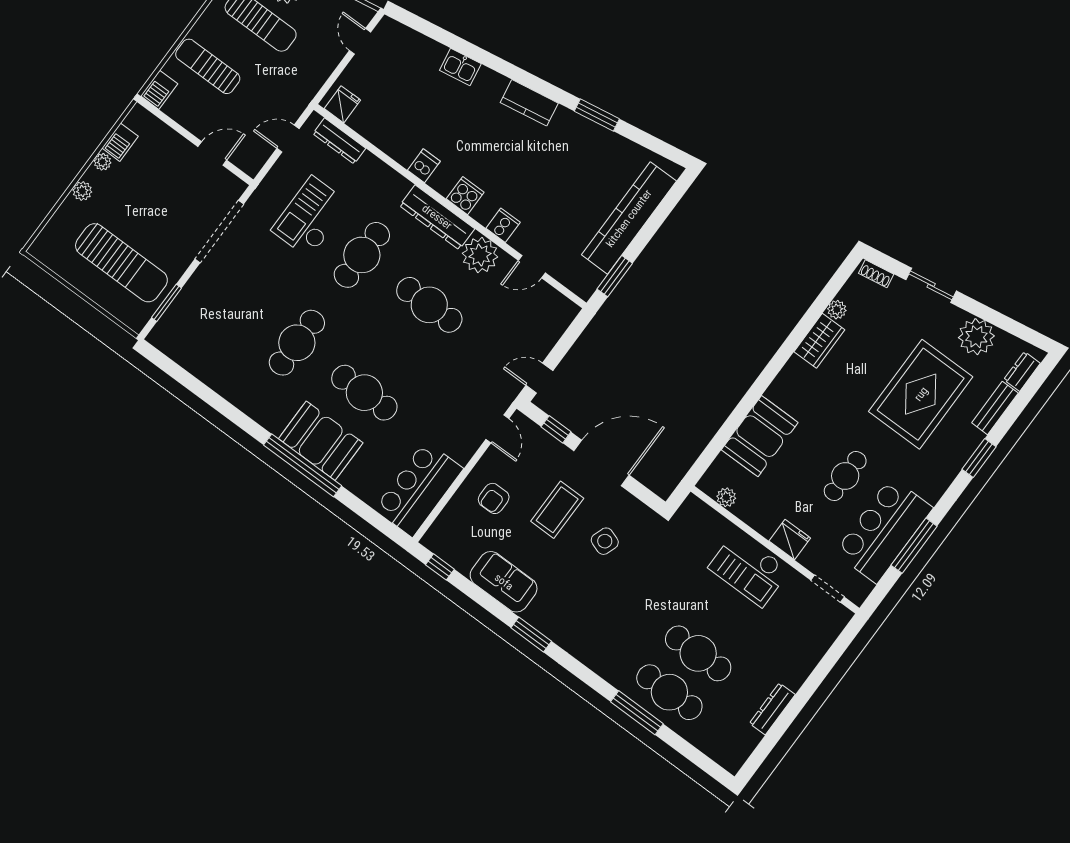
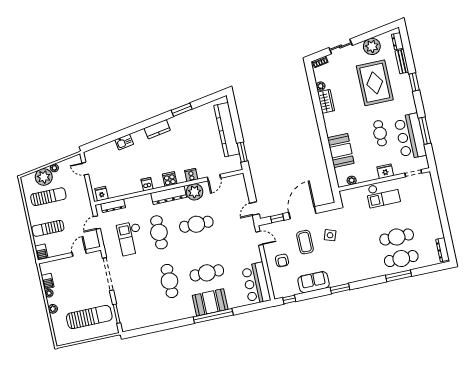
dresser: (772, 709) -> (443, 250), moved

